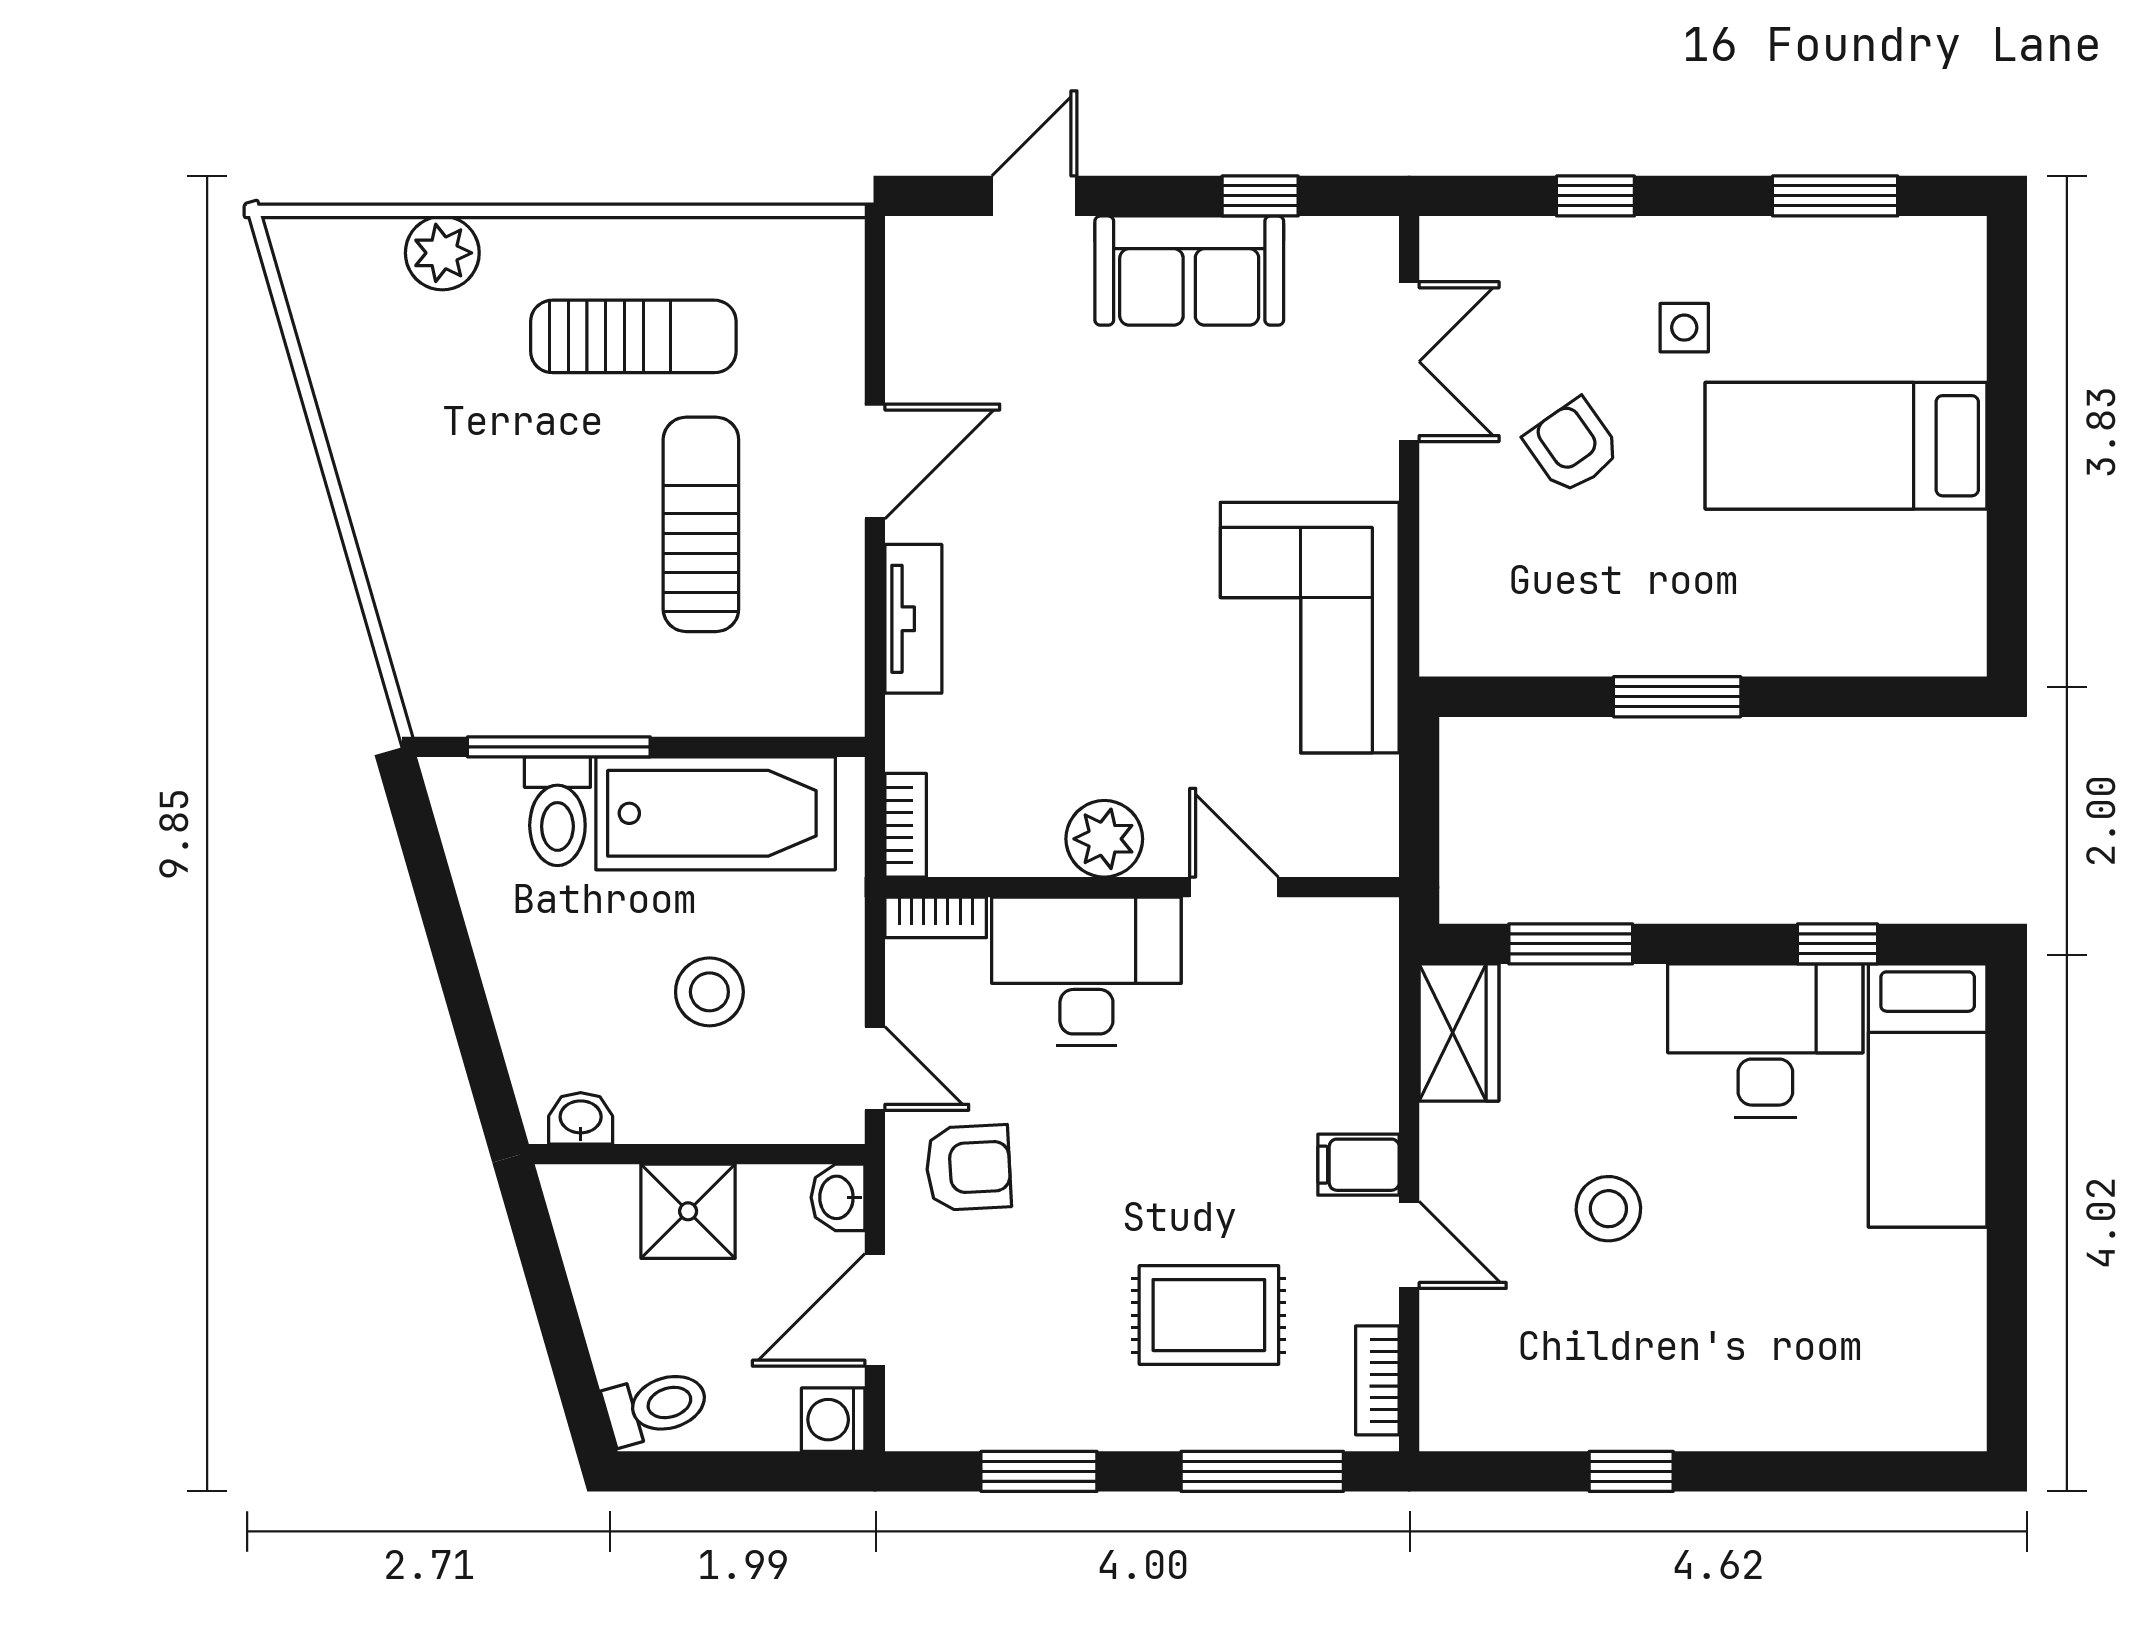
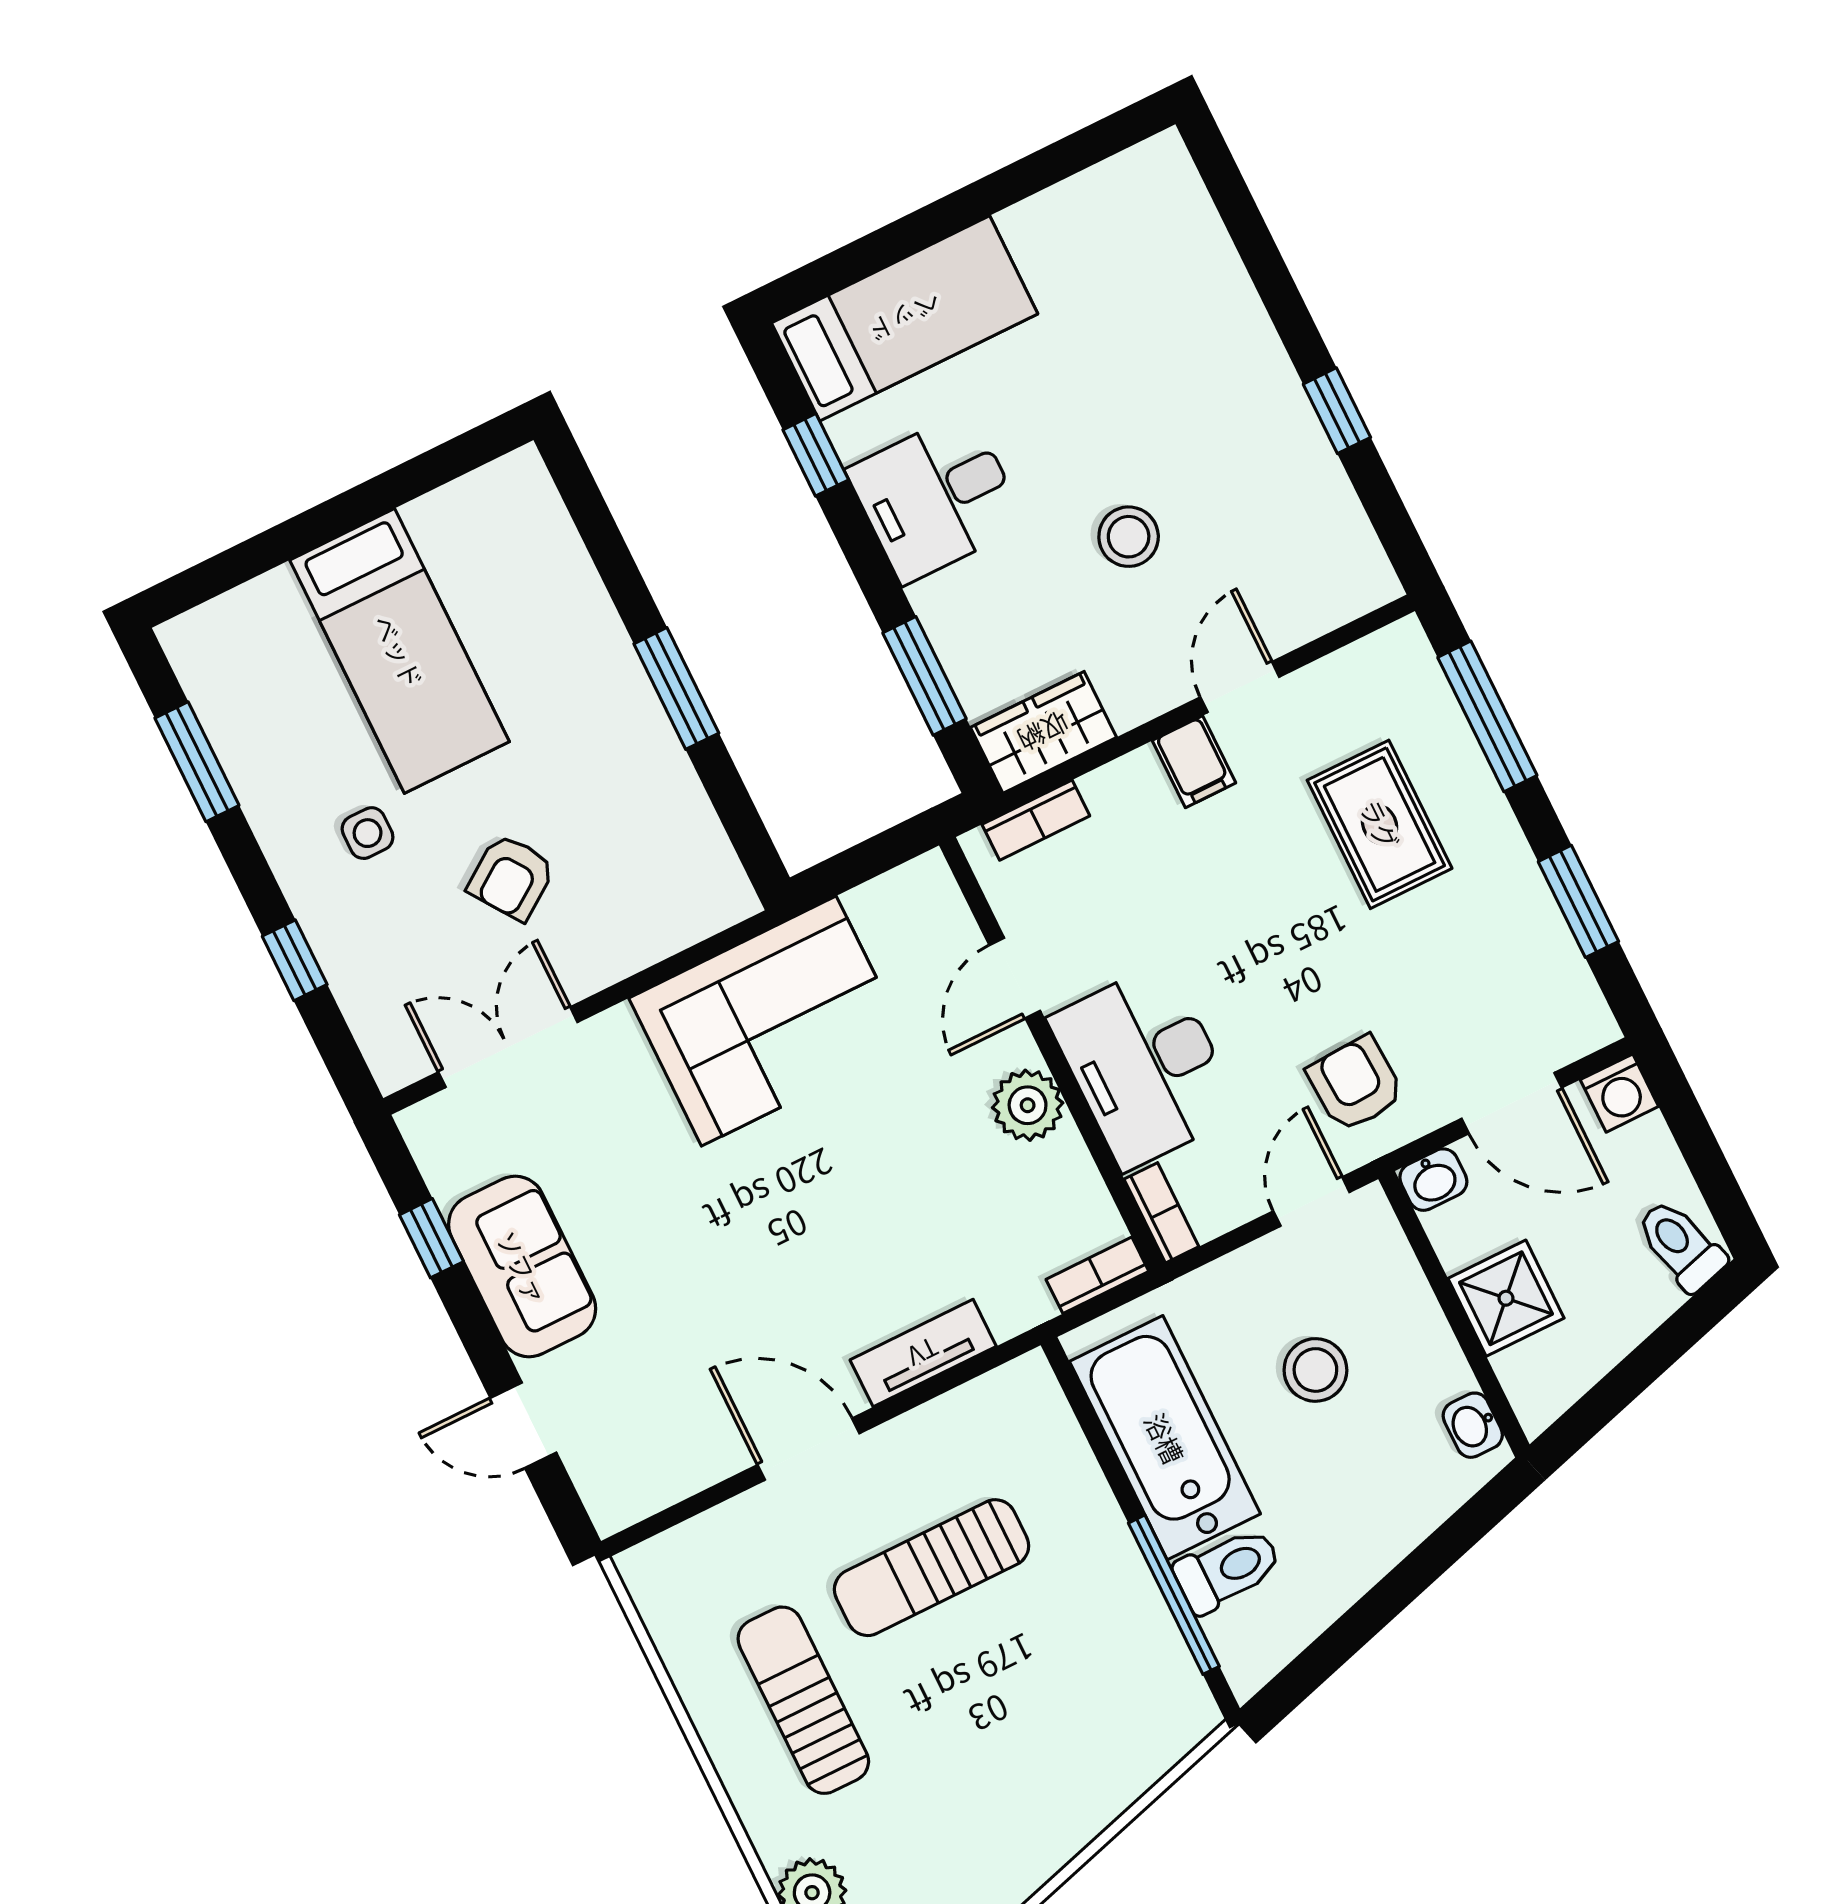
desk: (1765, 1041) -> (936, 497), width x0.73
bookcase: (1377, 1380) -> (1036, 820), moved

